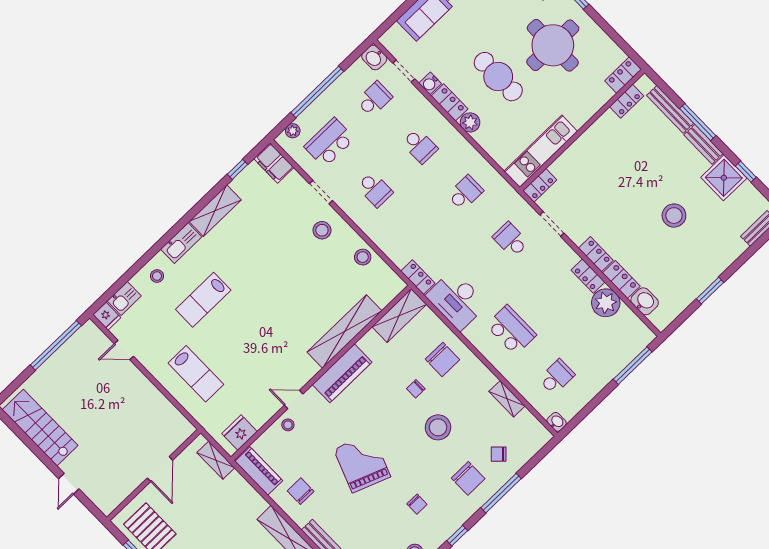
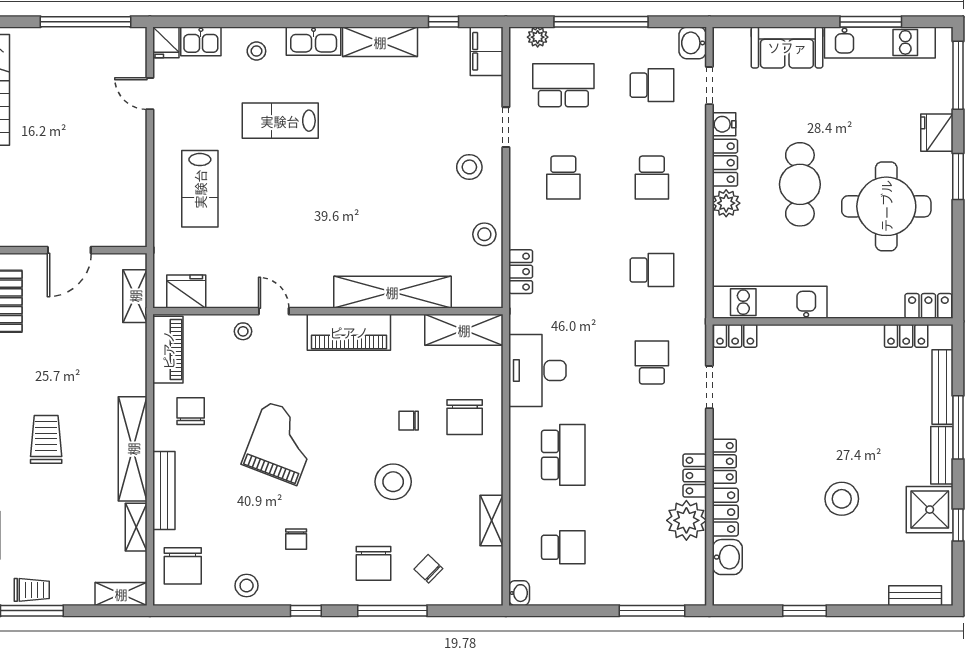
locker: (418, 277) -> (521, 272), moved

